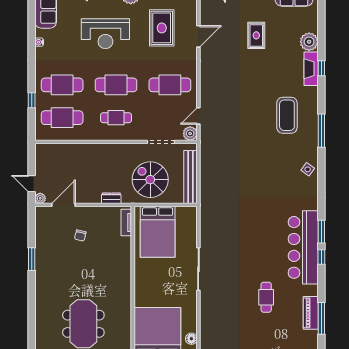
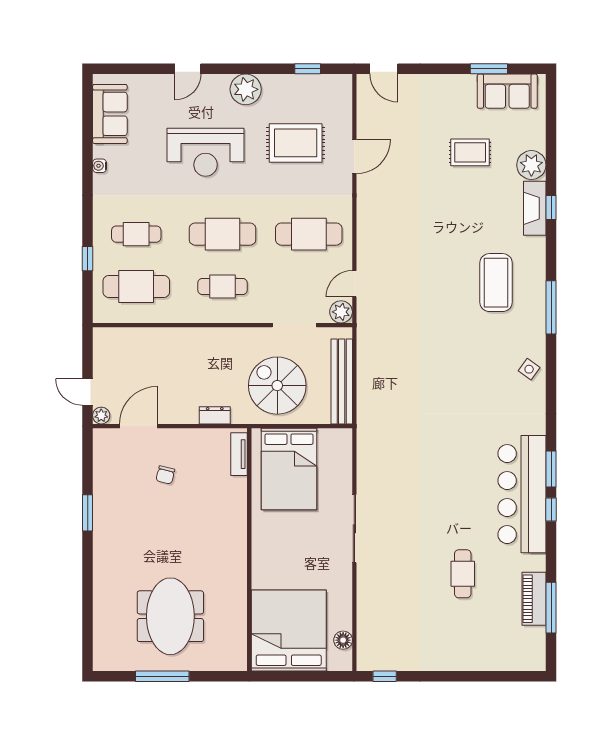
rug: (162, 28) -> (296, 143), turned 90
rug: (256, 35) -> (470, 152), moved, turned 90
cafe table: (62, 85) -> (136, 234), width x0.73, depth x0.74

